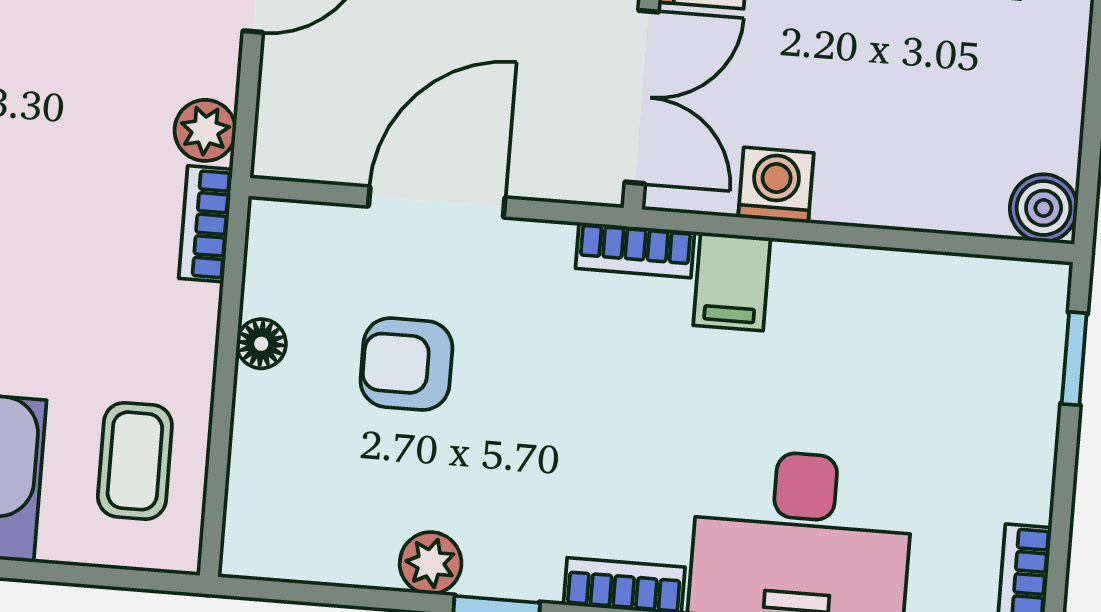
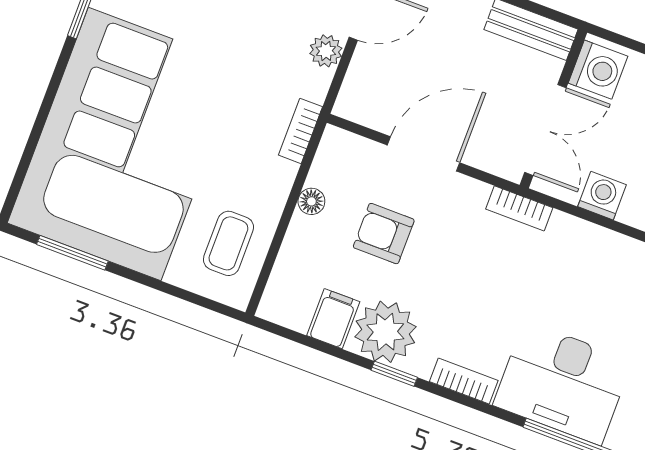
plant: (205, 130) -> (326, 51), moved
filing cabinet: (732, 282) -> (333, 319), moved, turned 180
plant: (431, 563) -> (385, 332), width x1.88, depth x1.88

